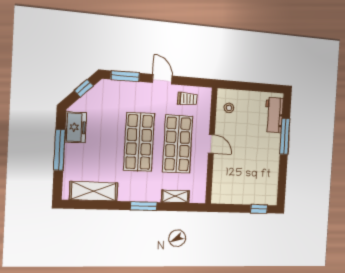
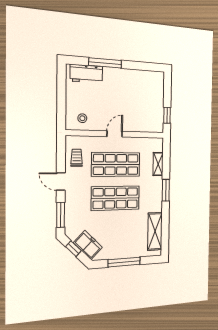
door: (162, 79) -> (61, 182), hinge flipped
freezer: (76, 127) -> (88, 245), moved, turned 45
window: (259, 209) -> (167, 115), moved

